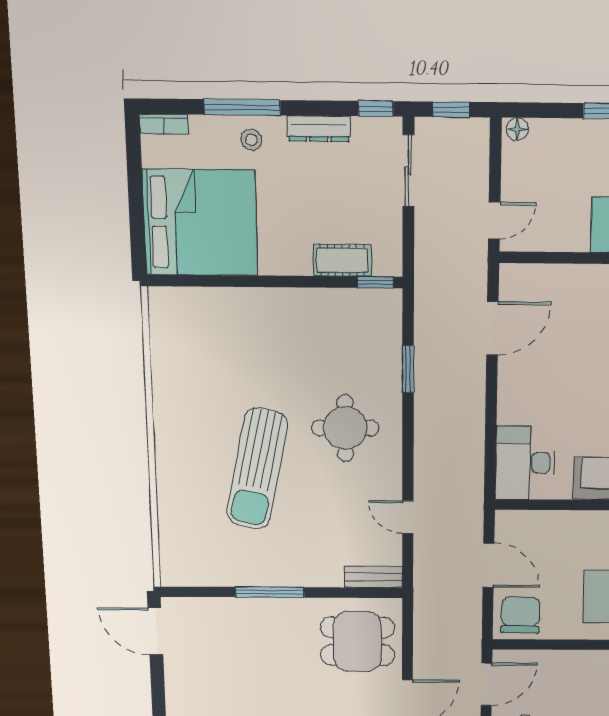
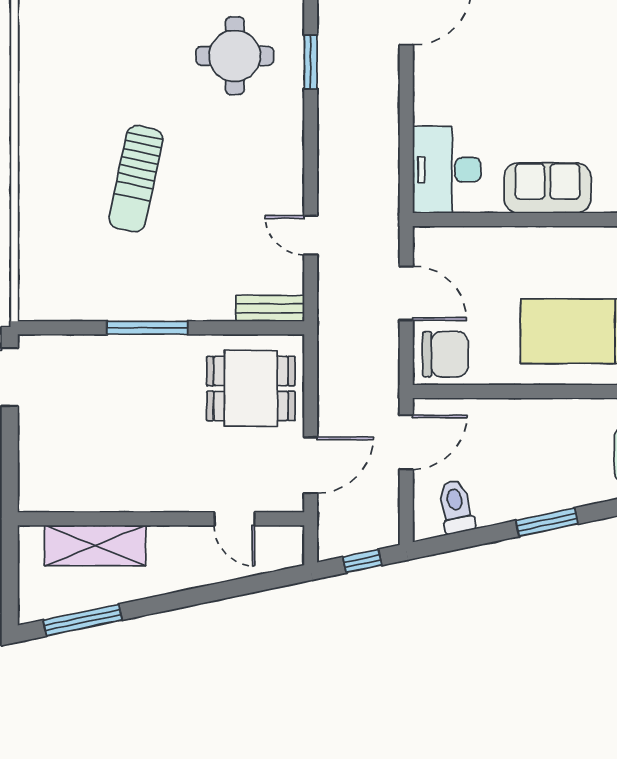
round table: (345, 428) -> (235, 56), moved
sun lounger: (257, 469) -> (136, 179), width x0.73, depth x0.75
chair: (520, 615) -> (445, 354), turned 89

